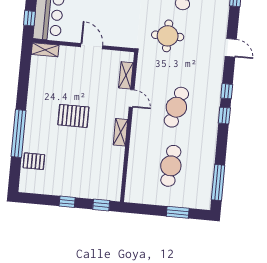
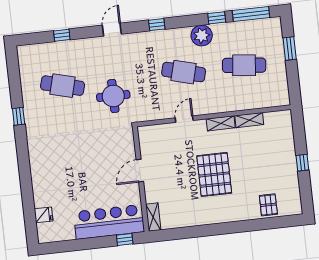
shelving: (126, 75) -> (249, 120), moved
pallet: (73, 116) -> (214, 174), width x1.37, depth x1.41
window: (224, 116) -> (217, 18), moved
plant: (207, 132) -> (202, 36), added
window: (19, 134) -> (244, 226), removed
window: (101, 205) -> (298, 127), removed

